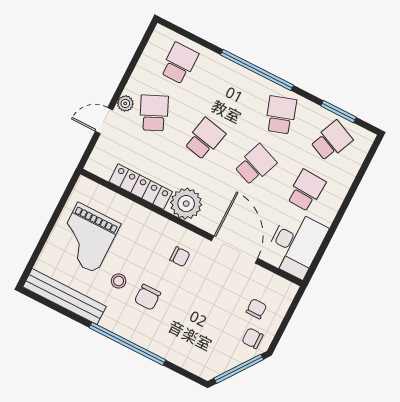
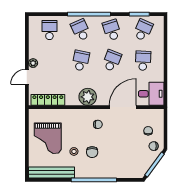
school desk: (154, 113) -> (81, 30), moved
locker: (141, 187) -> (48, 100), moved
desk: (296, 244) -> (151, 94), width x0.73
door: (235, 249) -> (123, 107), hinge flipped

